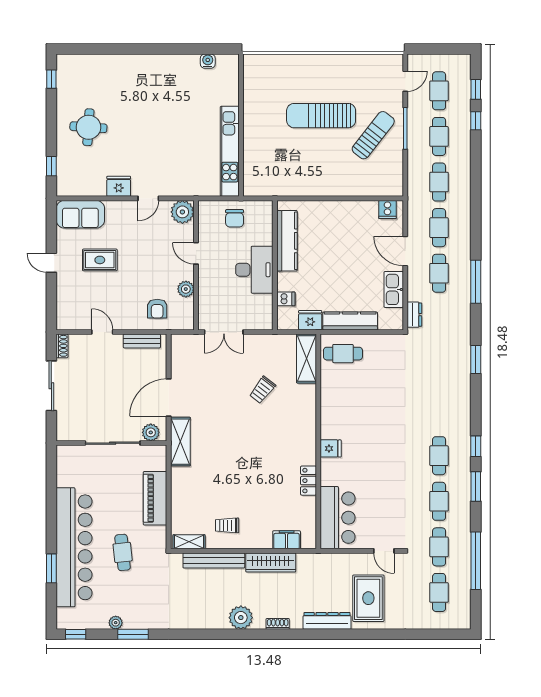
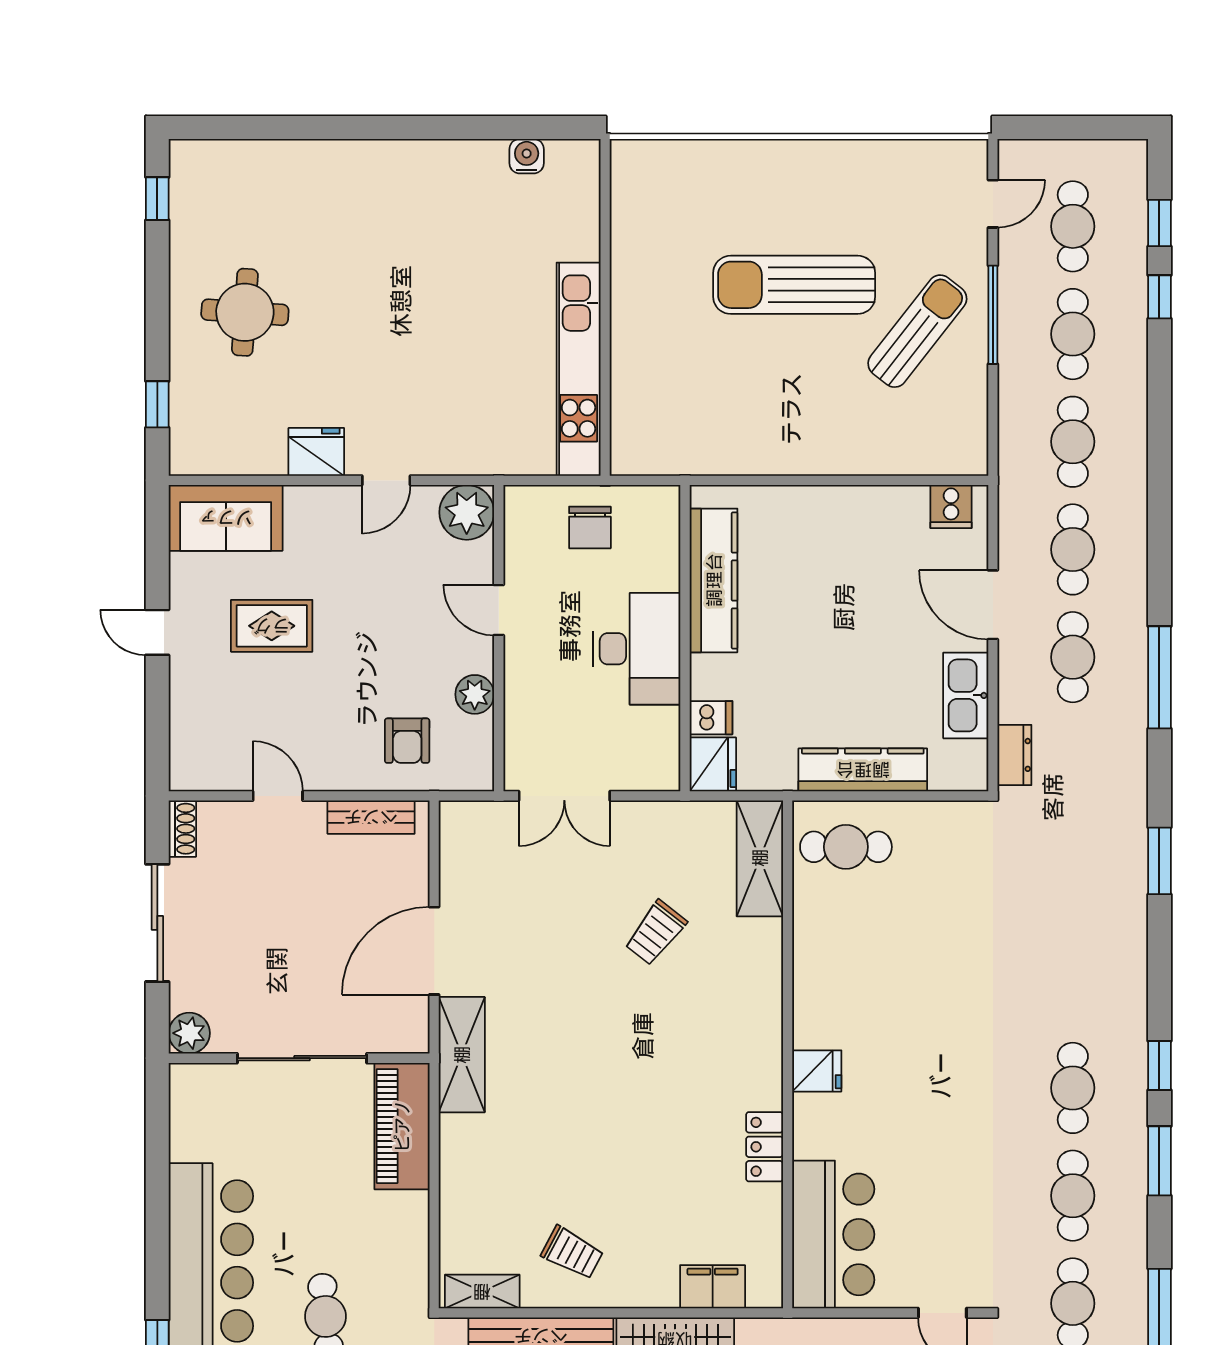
fridge: (310, 320) -> (713, 764), moved, turned 90
plant: (151, 432) -> (189, 1033), moved
piano: (155, 498) -> (402, 1126), moved
trolley: (227, 525) -> (572, 1253), turned -152

